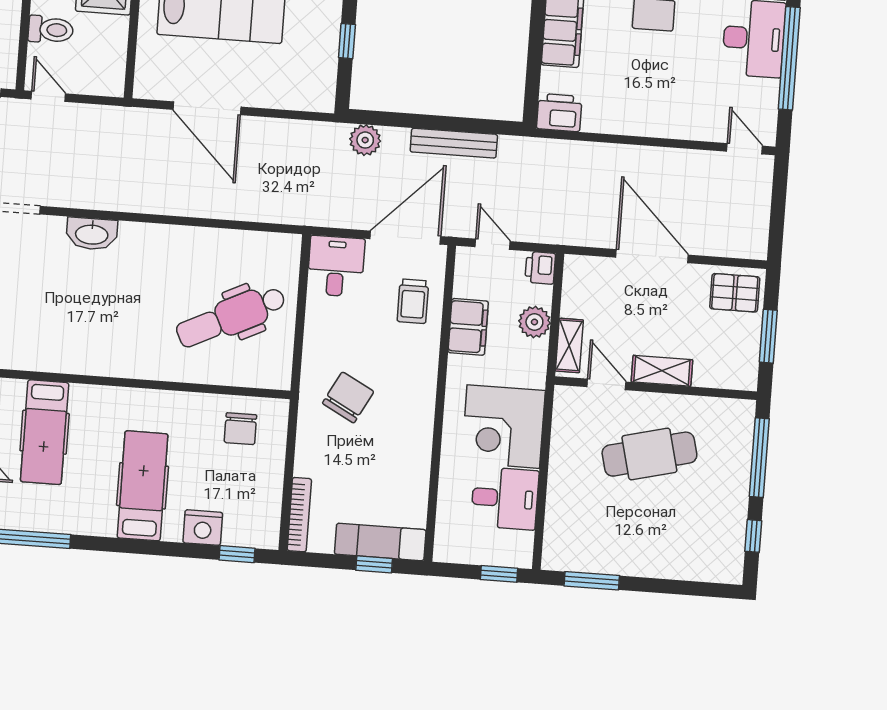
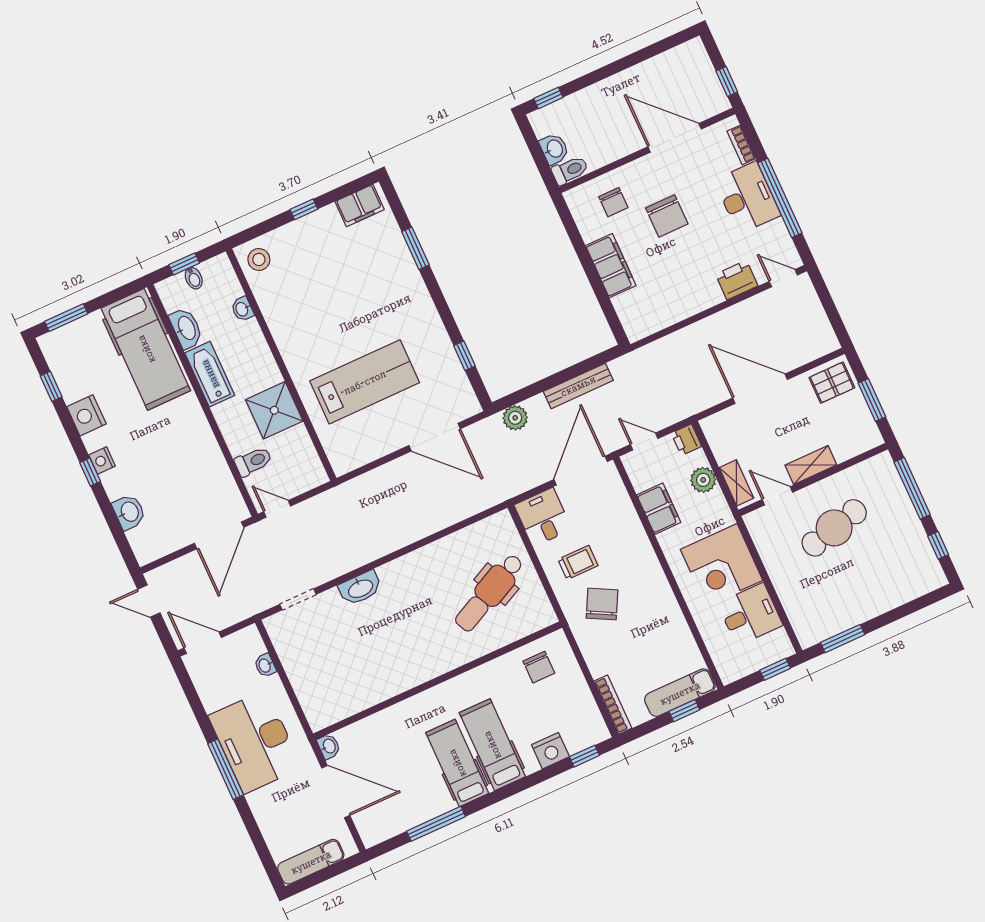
door: (207, 108) -> (435, 437), moved
printer: (559, 113) -> (737, 280), moved
trolley: (413, 301) -> (578, 563), moved, turned -90
hospital bed: (45, 432) -> (457, 763), moved, turned 180

